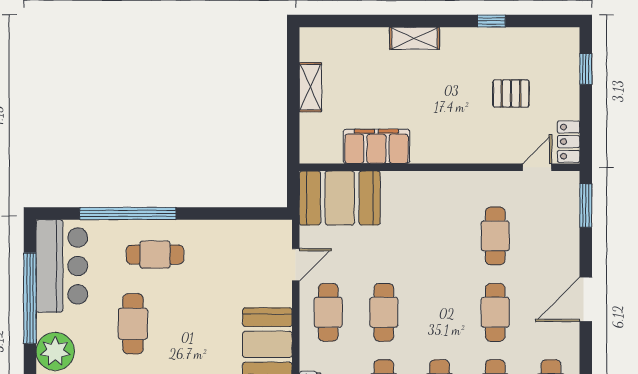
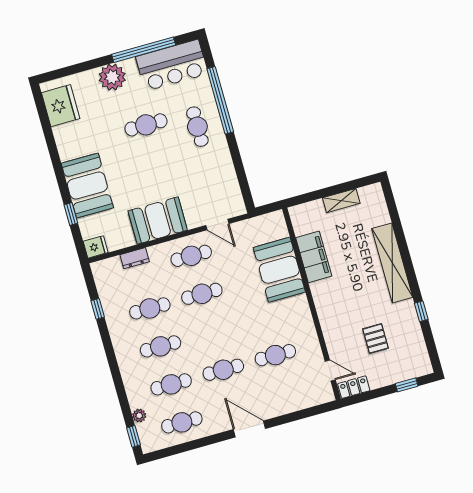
shelving: (415, 38) -> (392, 263), width x2.20, depth x1.33
booth: (340, 198) -> (279, 270), moved
window: (586, 206) -> (313, 411), removed

